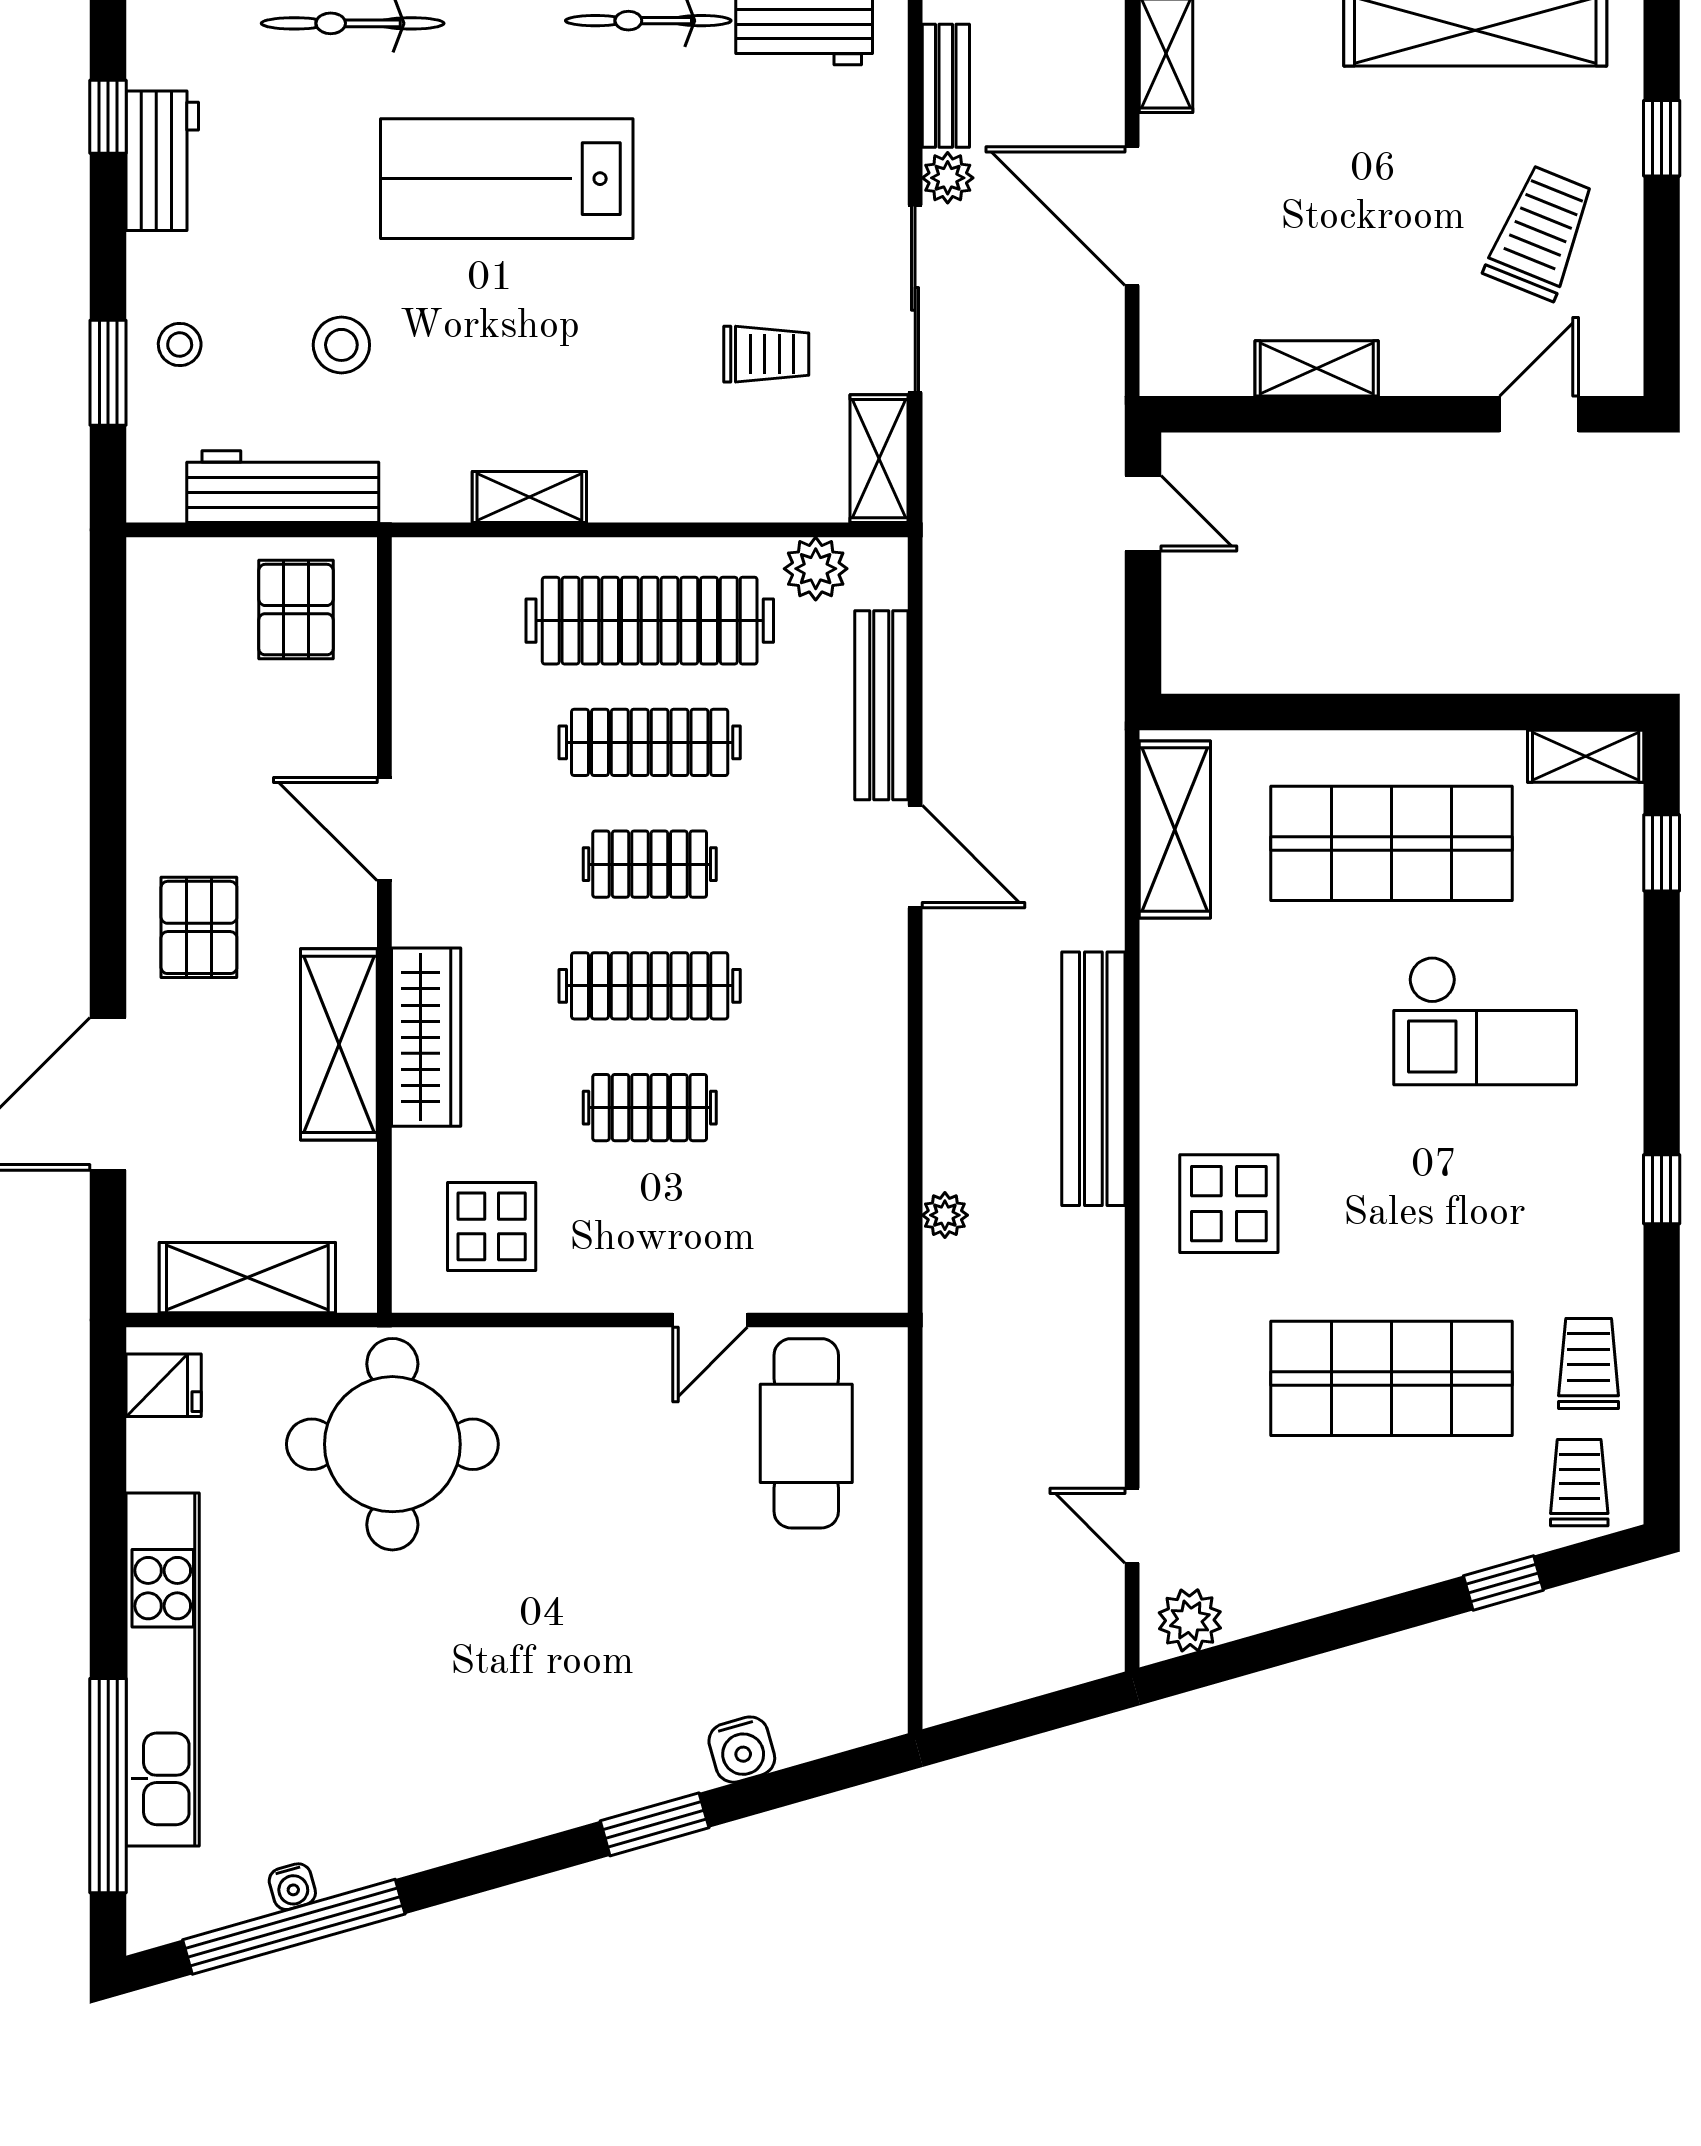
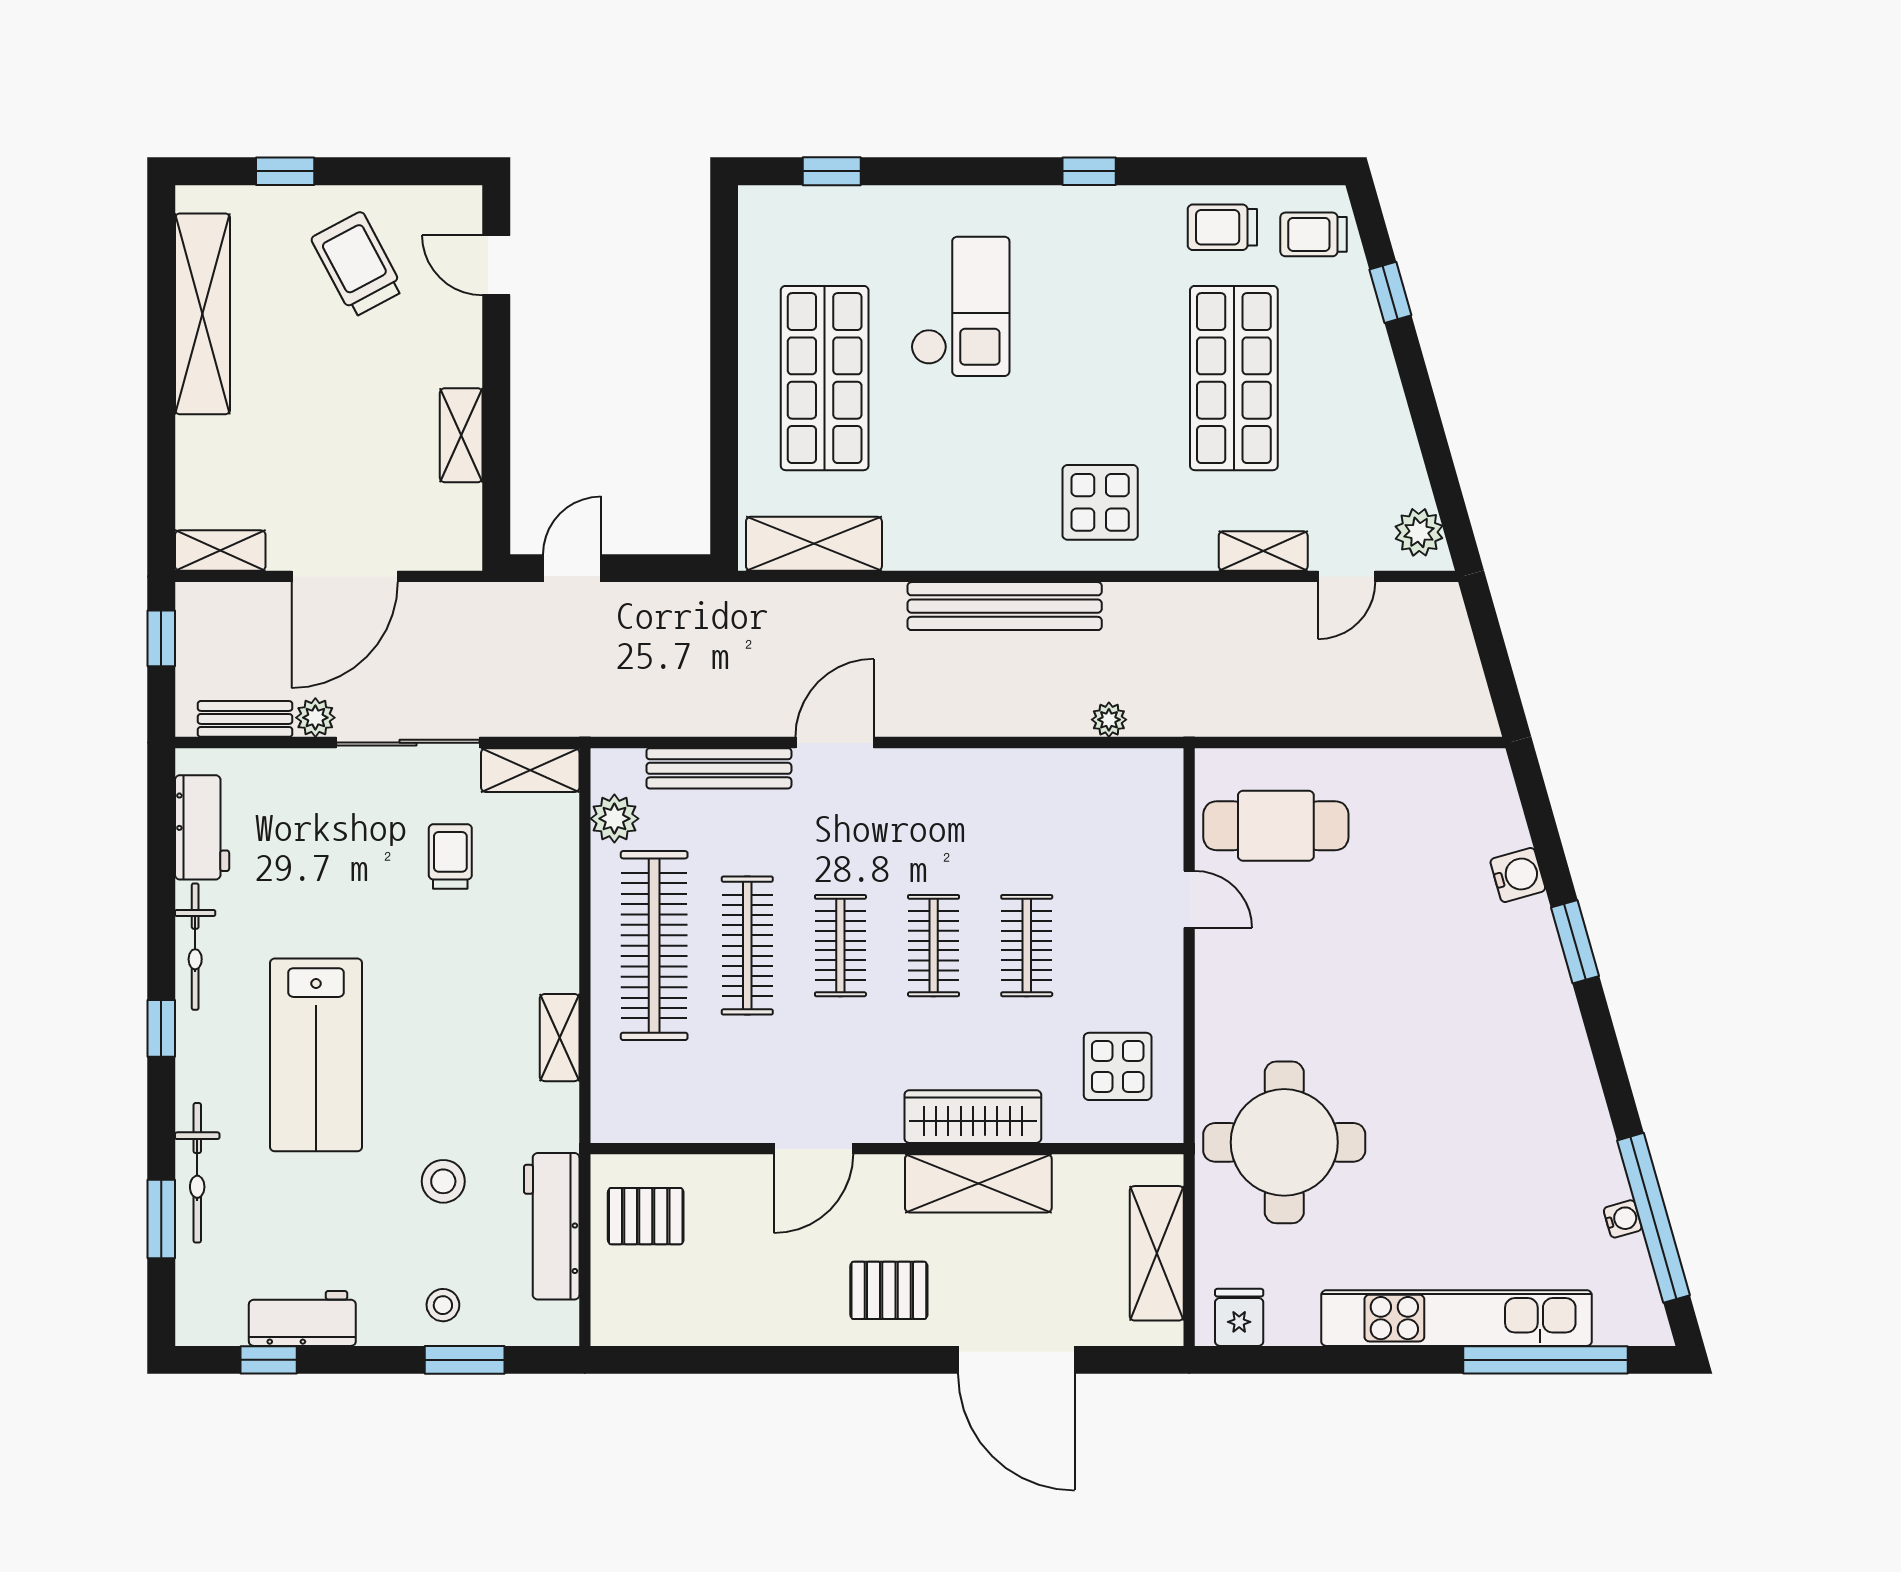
trolley: (1540, 233) -> (357, 264), turned 40
shelving: (1586, 756) -> (1263, 551), moved, turned 90
clothes rail: (650, 986) -> (934, 946), width x0.73

